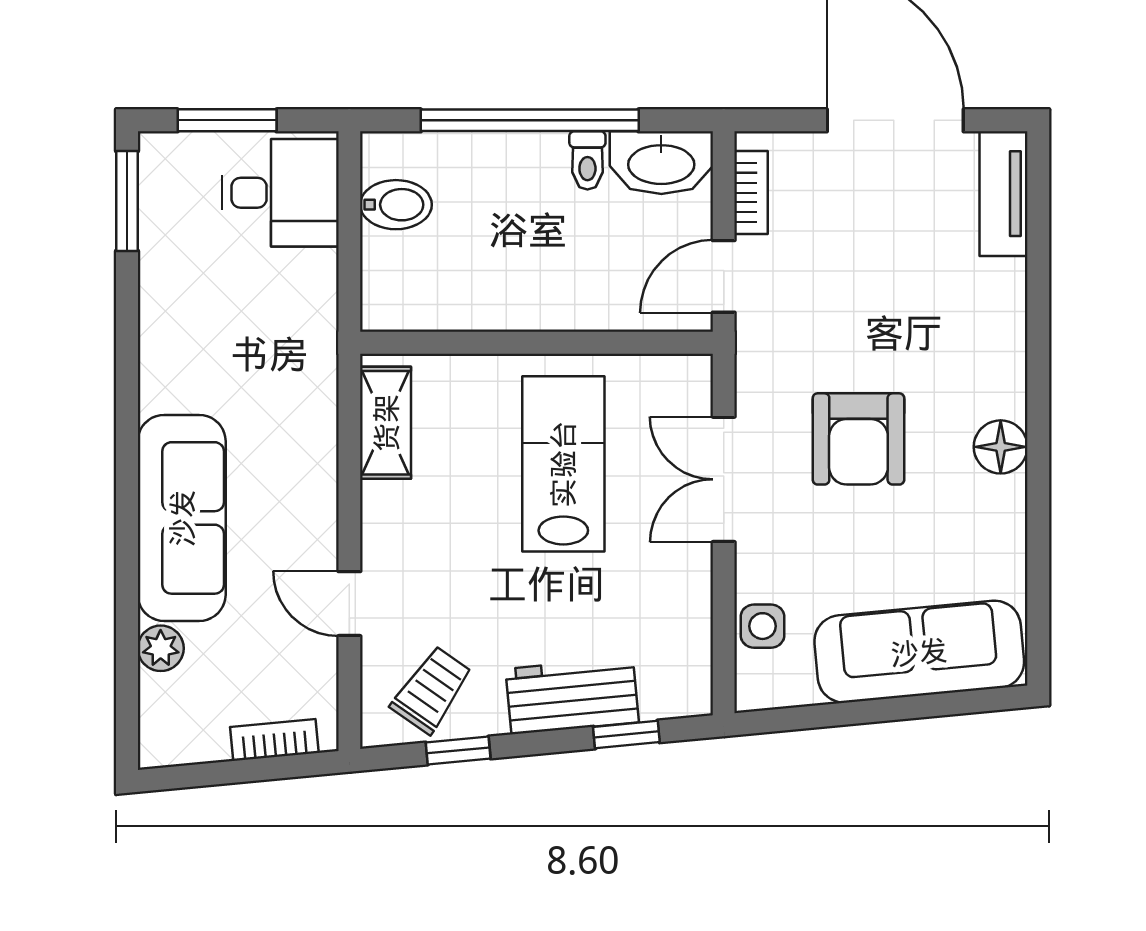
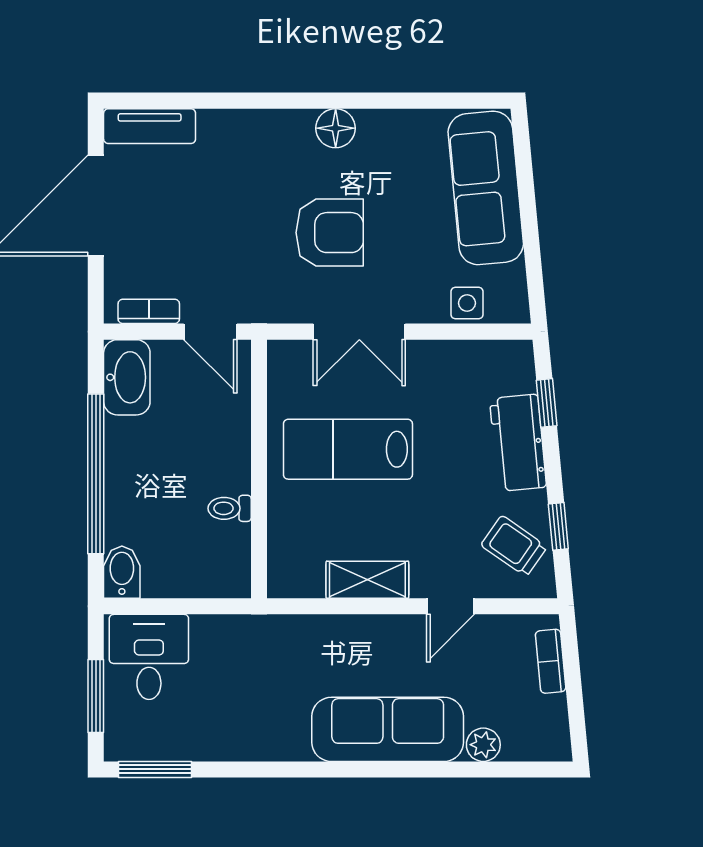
toilet: (587, 160) -> (230, 508), moved, turned 180
bidet: (396, 205) -> (122, 572), moved
shelving: (386, 423) -> (367, 580), moved

